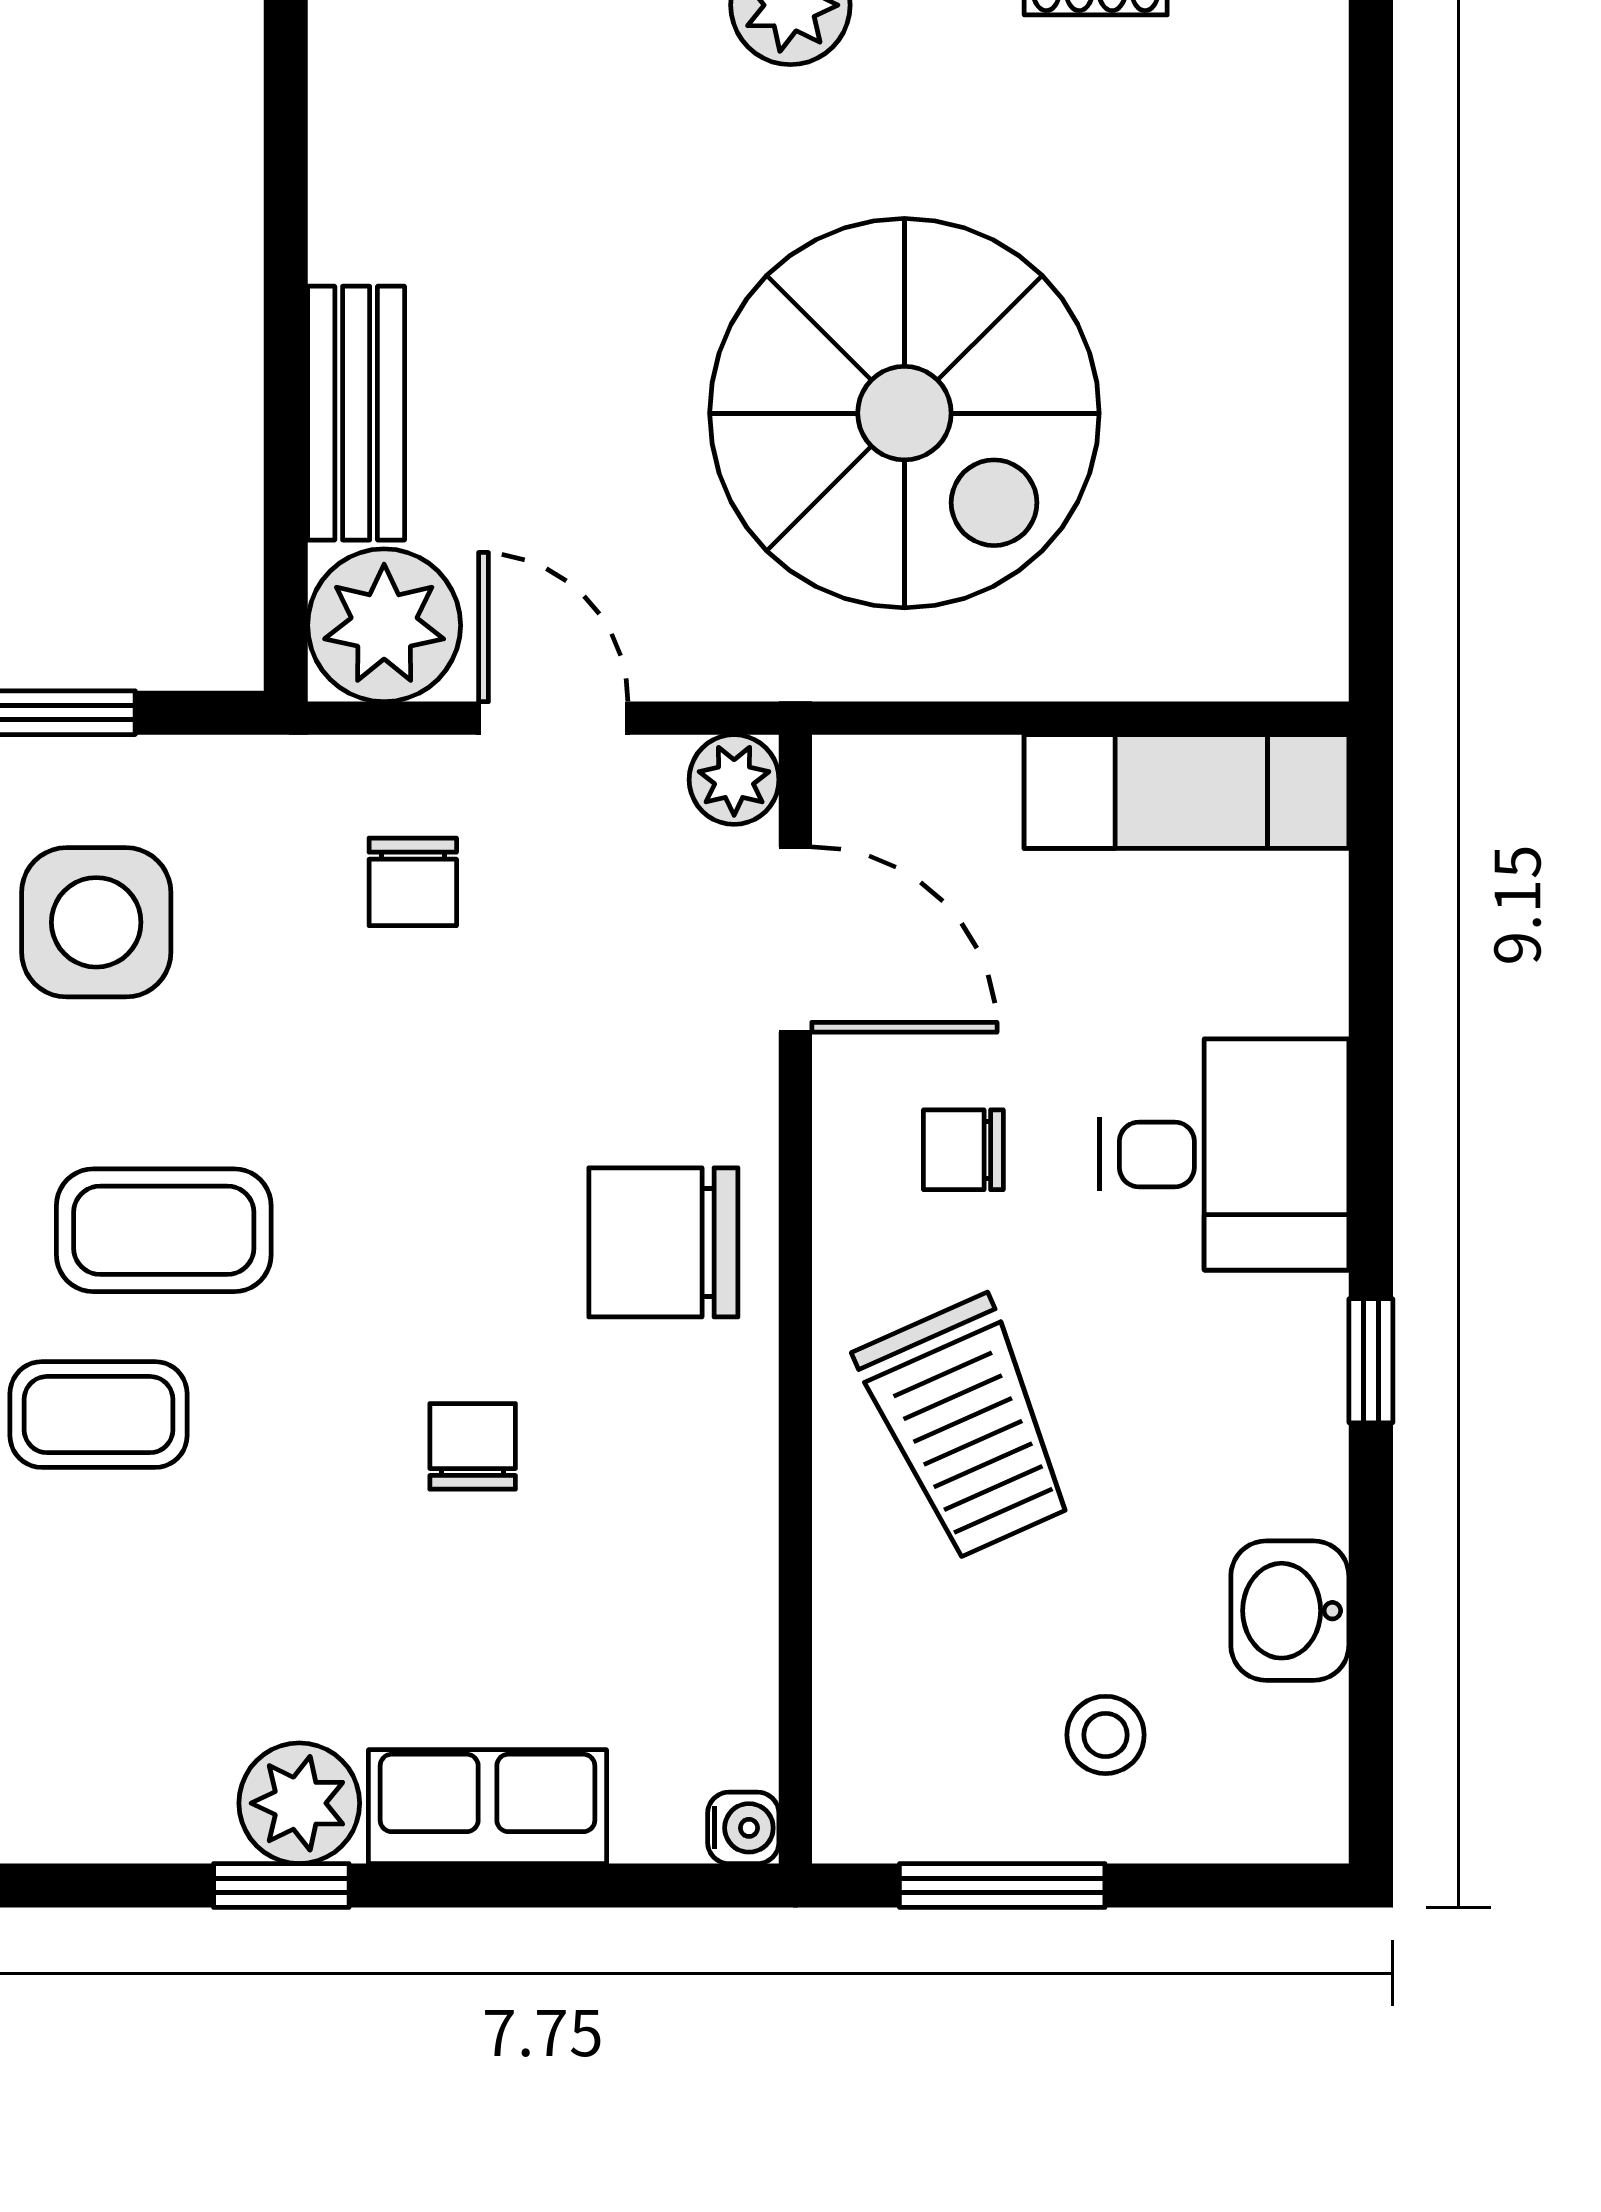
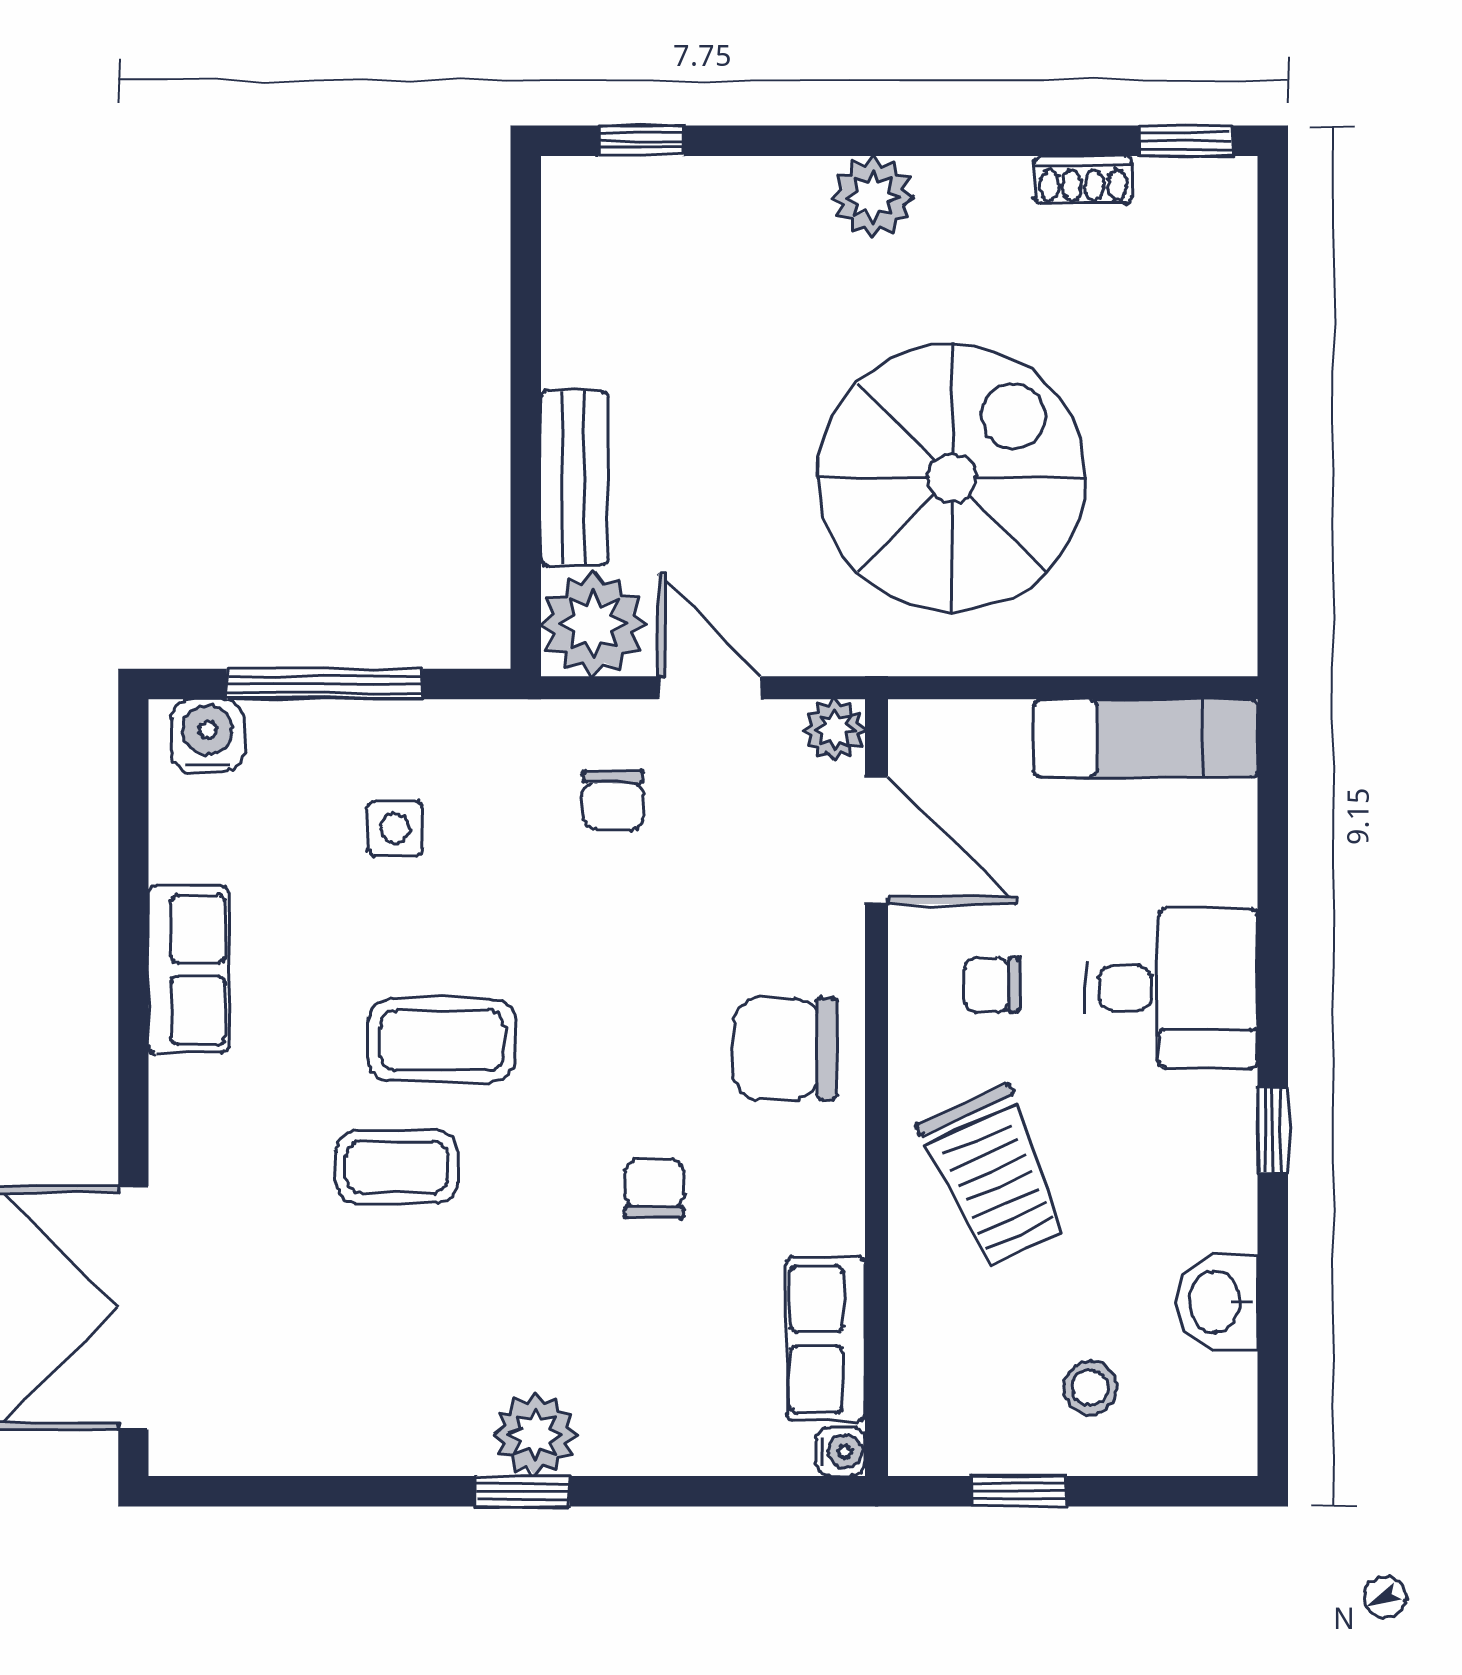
spiral stairs: (904, 413) -> (952, 478), turned -90
side table: (96, 922) -> (395, 828), width x0.54, depth x0.54
row of seats: (487, 1807) -> (826, 1339), moved, turned -90
window: (1002, 1885) -> (1019, 1491), width x0.67

